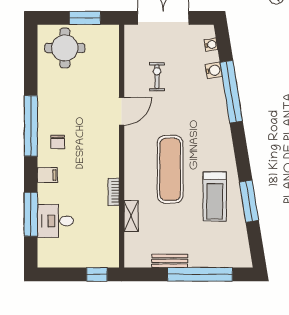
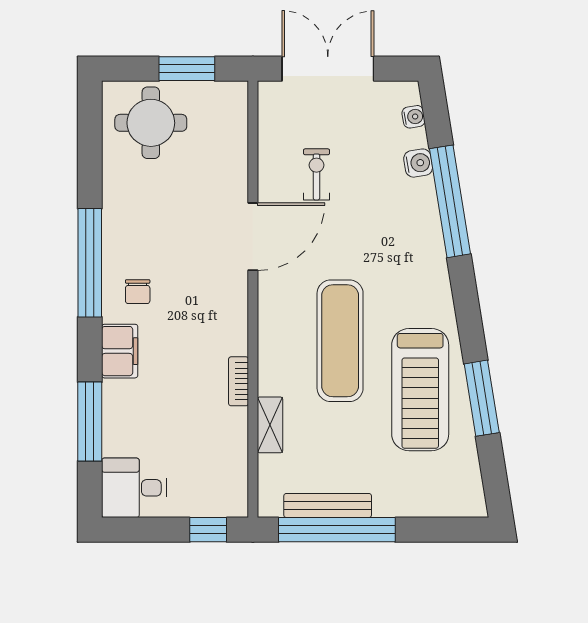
door: (122, 111) -> (253, 237), width x1.36
filing cabinet: (47, 175) -> (120, 351), width x2.00
treadmill: (215, 196) -> (420, 390), width x1.37, depth x1.38
desk: (55, 221) -> (134, 488), moved
bench: (170, 261) -> (328, 506), width x1.36
window: (200, 274) -> (337, 530), moved

